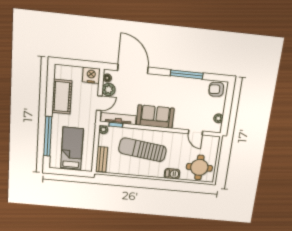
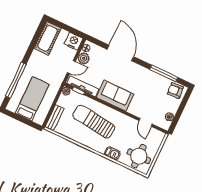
door: (133, 69) -> (120, 53), moved
window: (187, 74) -> (164, 73), moved
cot: (62, 97) -> (47, 38), moved

